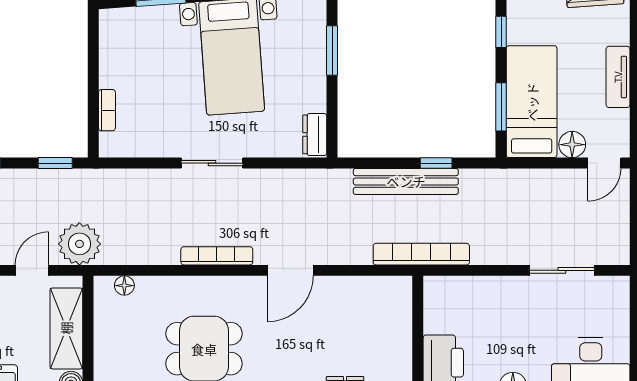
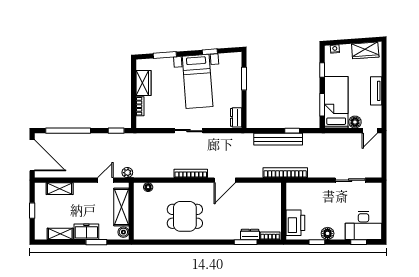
wardrobe: (115, 60) -> (144, 83), added
plant: (79, 244) -> (127, 173), width x0.53, depth x0.53

